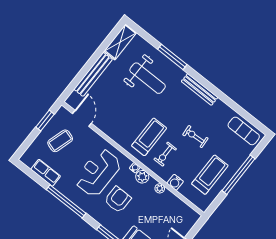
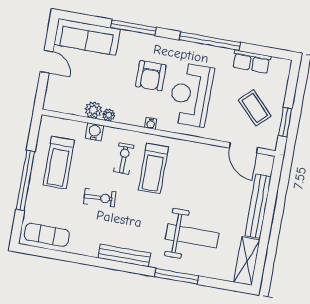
weight bench: (148, 78) -> (192, 236), turned 180
coffee table: (60, 141) -> (255, 108), turned -61
reception desk: (98, 173) -> (191, 95), turned 180
plant: (142, 177) -> (93, 110), moved

